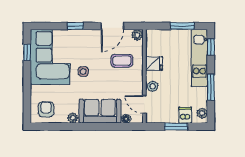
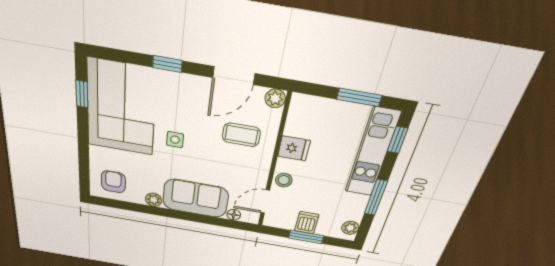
door: (144, 104) -> (265, 202), hinge flipped
dishwasher: (185, 115) -> (307, 223), moved

